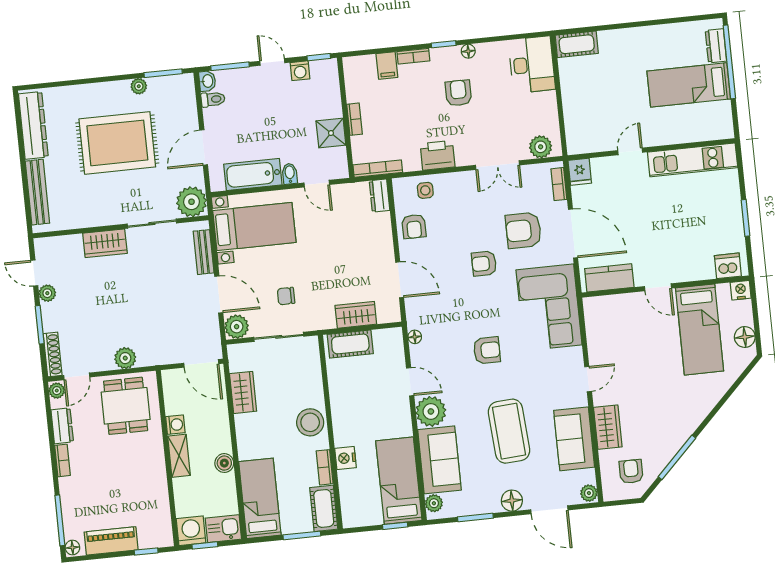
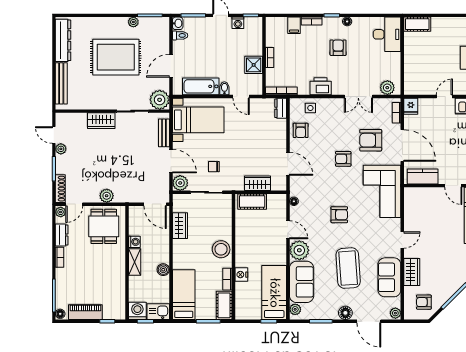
armchair: (631, 471) -> (424, 302), turned -90

